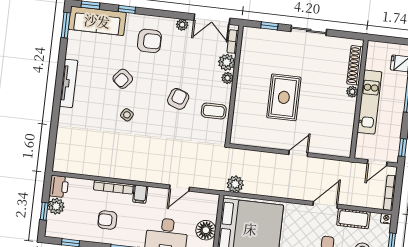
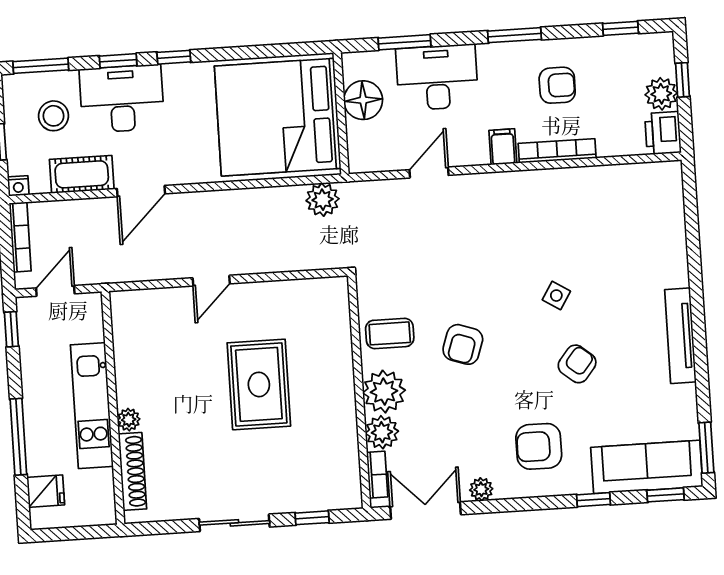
plant: (228, 78) -> (384, 392), width x1.87, depth x1.87

